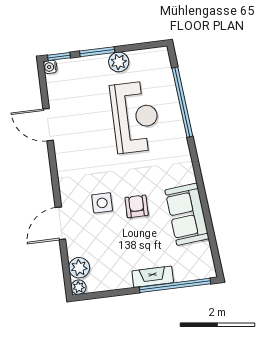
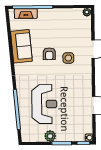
reception desk: (135, 117) -> (44, 104), turned 180
plant: (79, 268) -> (85, 23), removed
fireplace: (153, 277) -> (26, 14), moved

